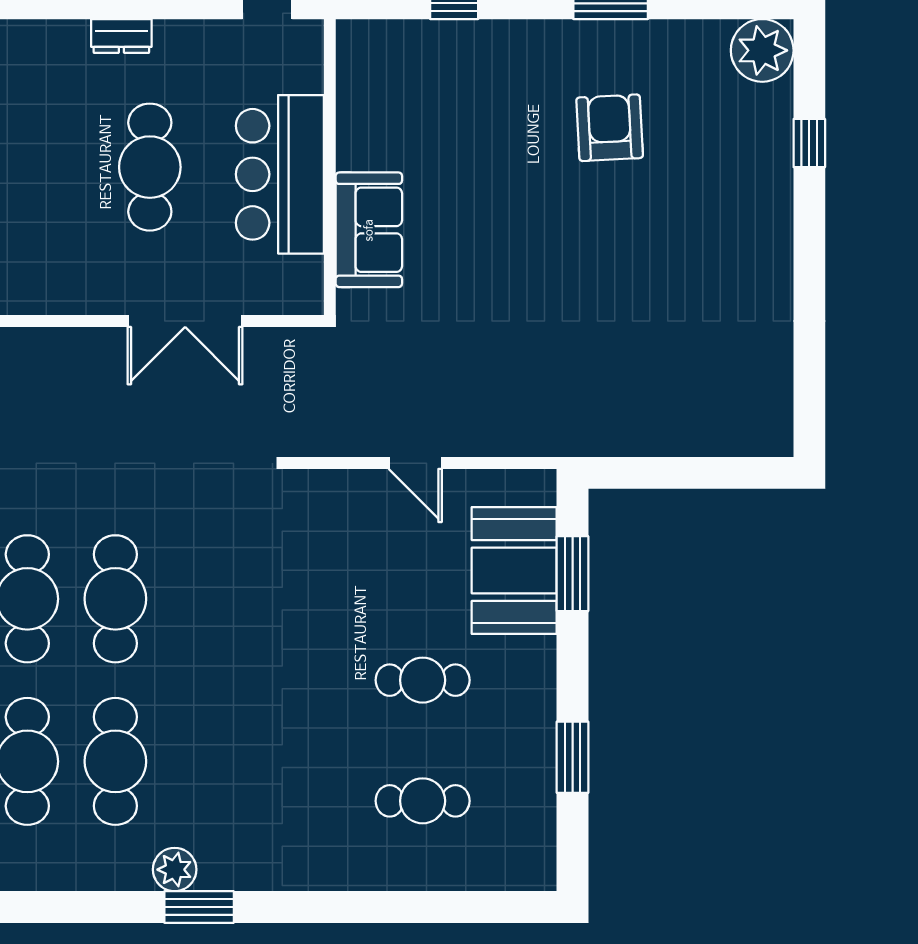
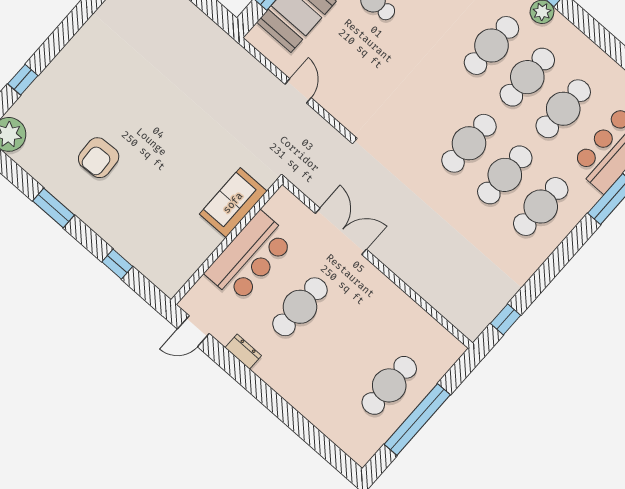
dresser: (121, 36) -> (243, 352), moved
cafe table: (203, 761) -> (491, 45), added

